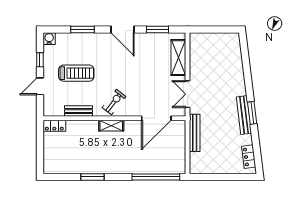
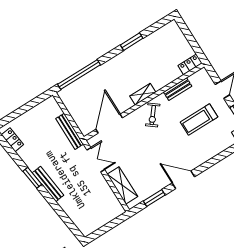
window: (83, 29) -> (217, 159), removed
bench: (244, 115) -> (48, 184), moved

